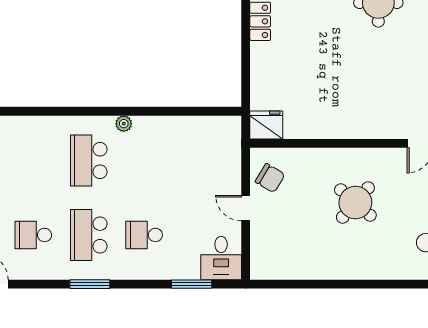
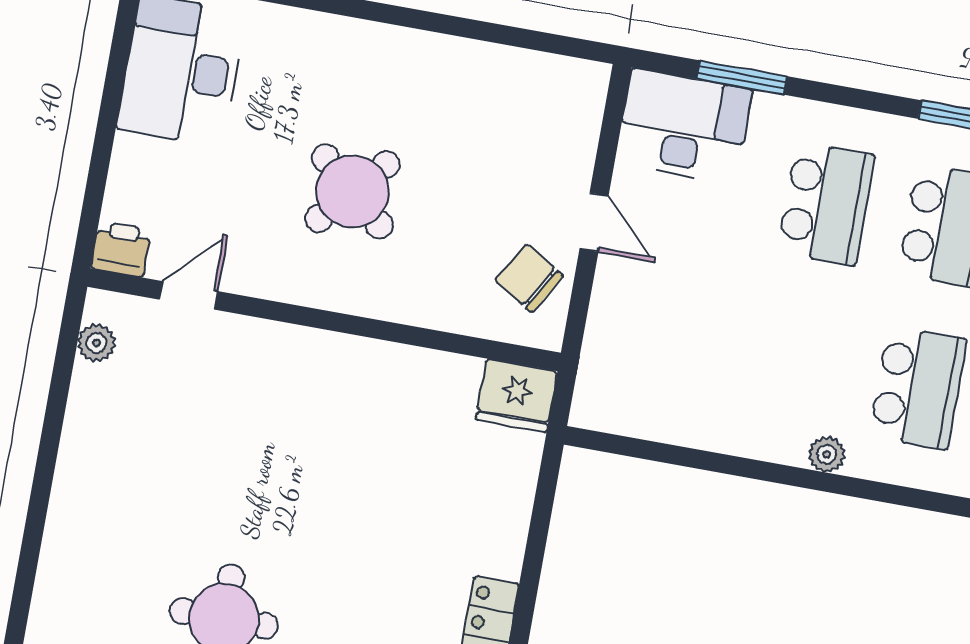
school desk: (144, 235) -> (826, 204), width x1.85
desk: (221, 258) -> (684, 126), width x1.37

